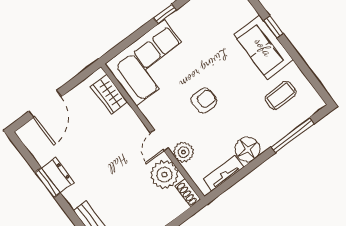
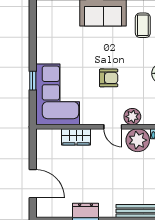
window: (165, 14) -> (33, 81), moved
wardrobe: (109, 94) -> (76, 137), moved
armchair: (204, 101) -> (109, 78), turned 90

